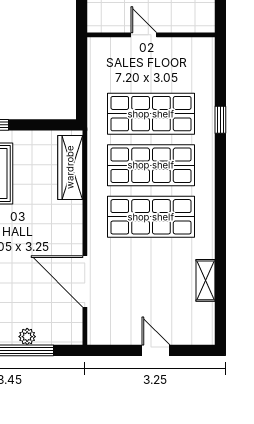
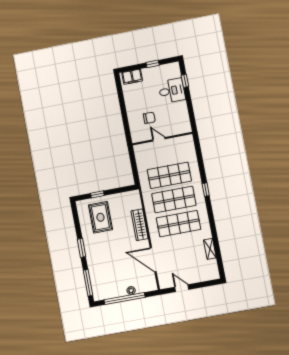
window: (220, 120) -> (206, 190), moved
wardrobe: (70, 167) -> (140, 225), moved
door: (156, 350) -> (182, 288), moved

